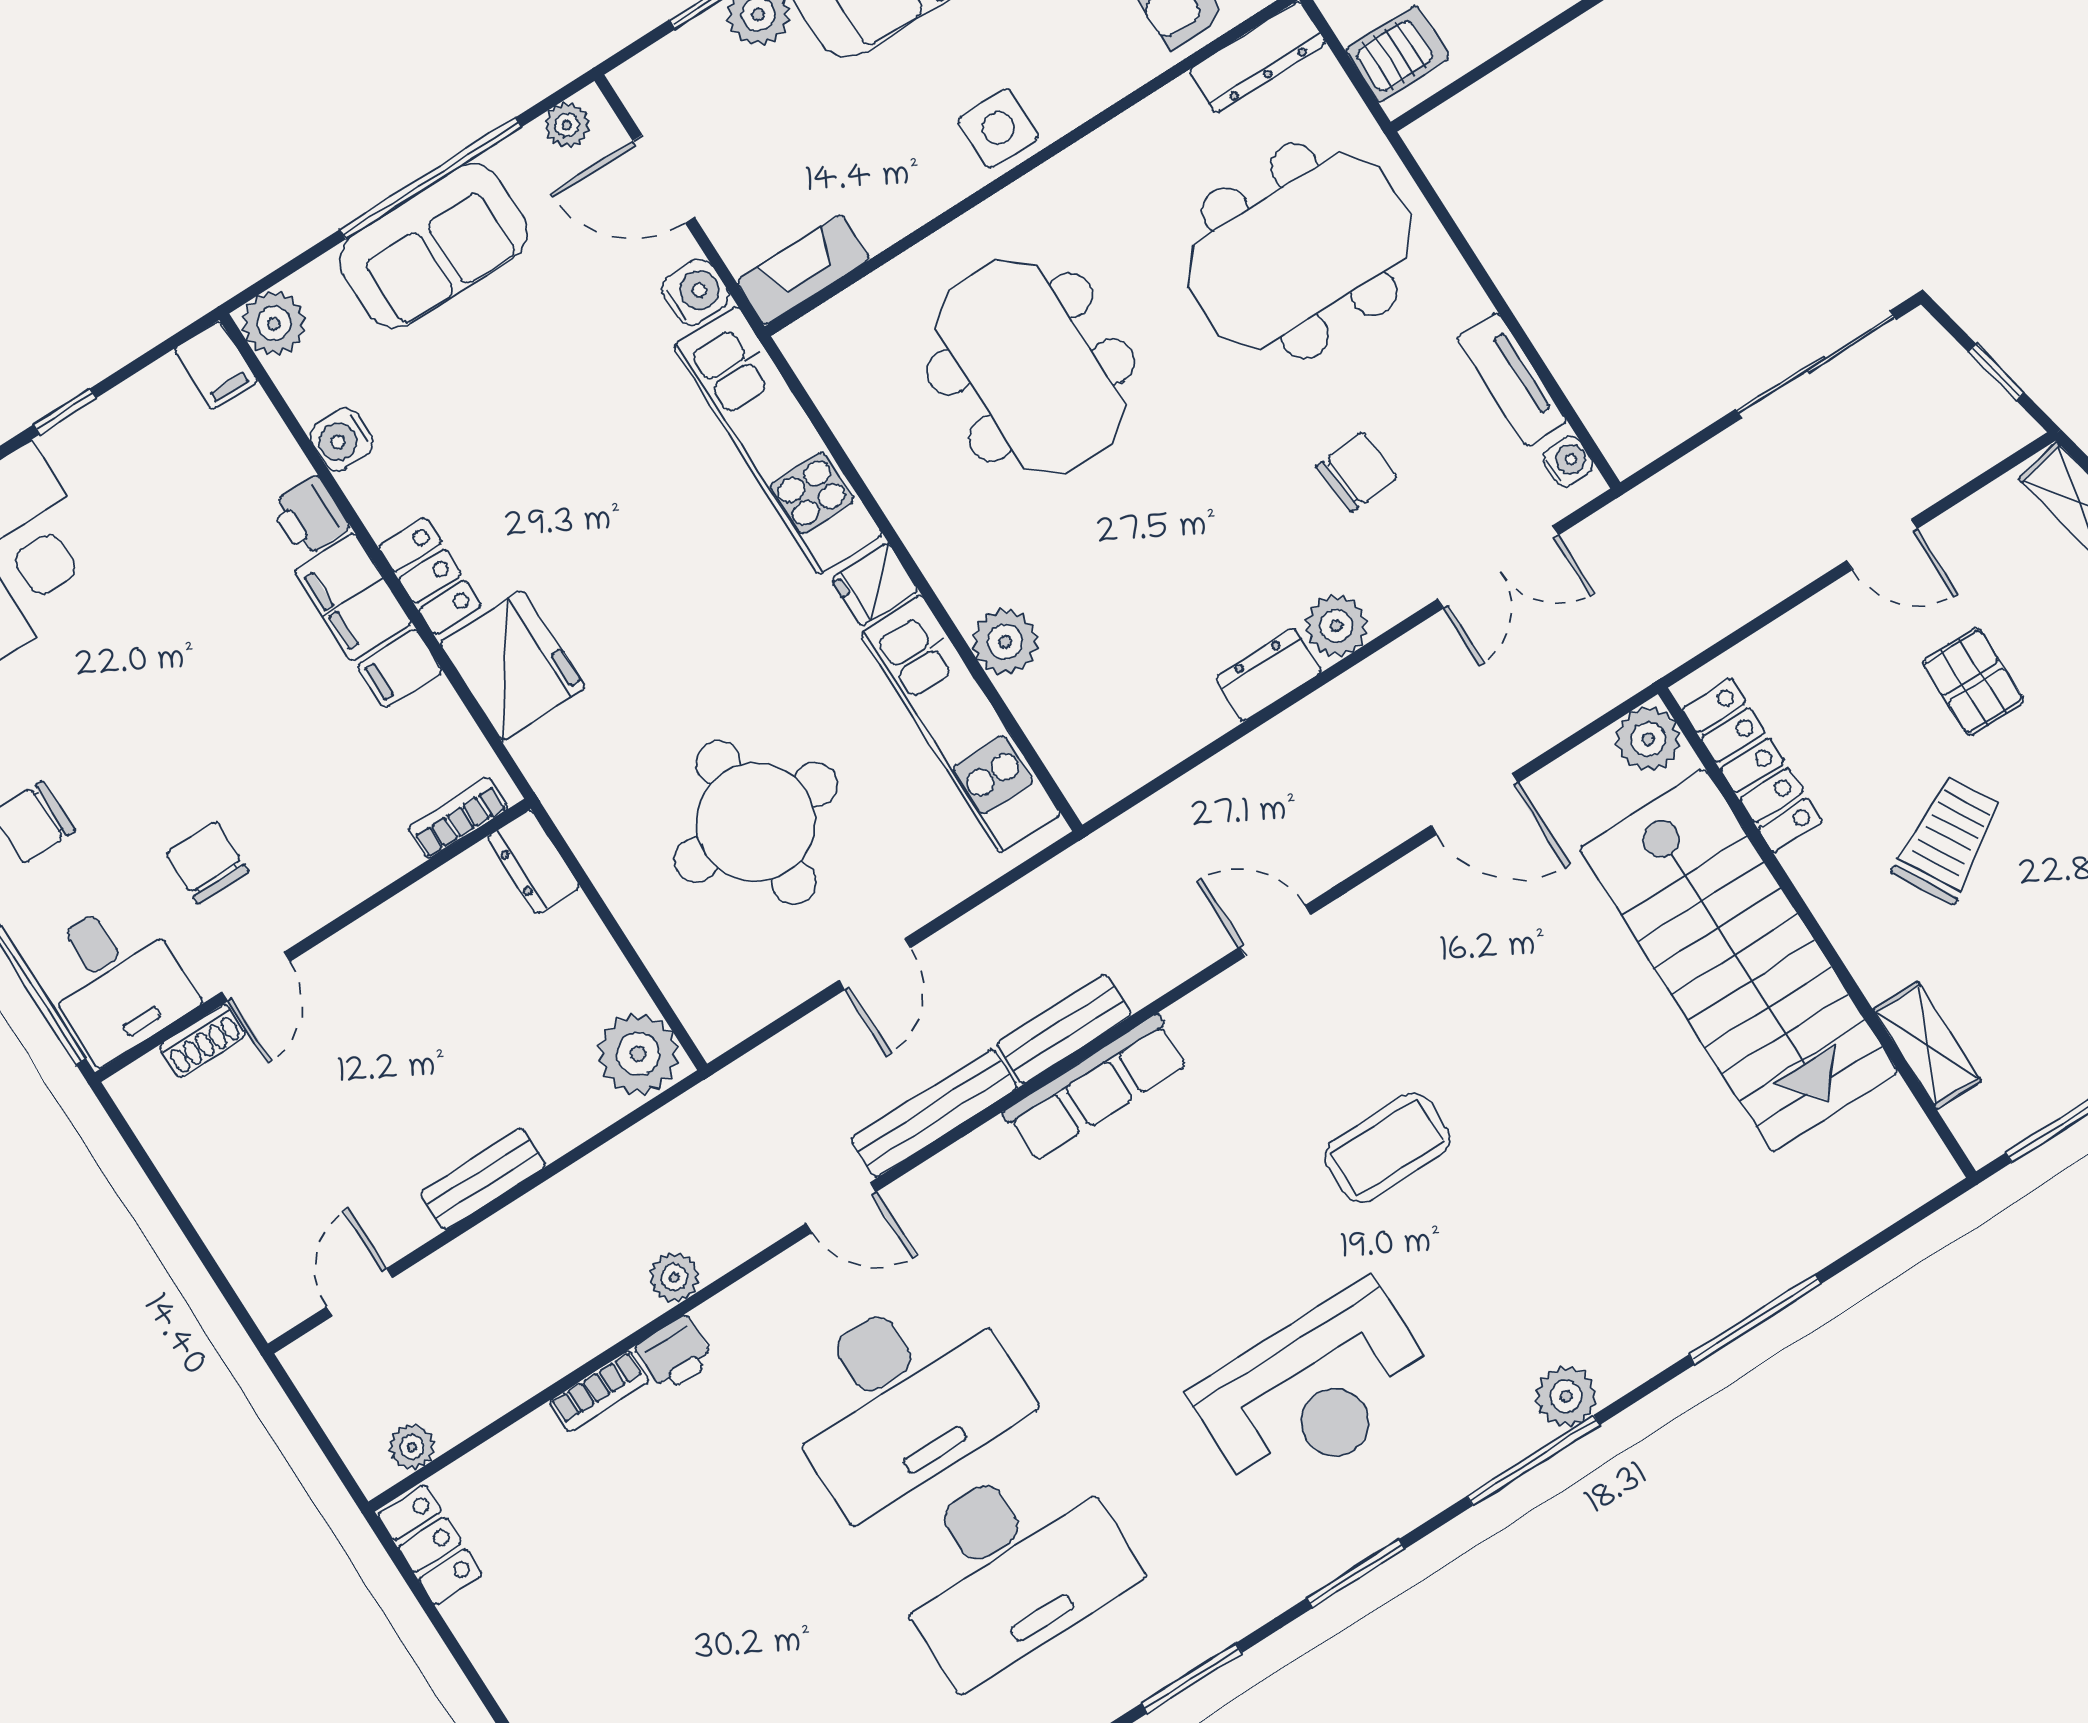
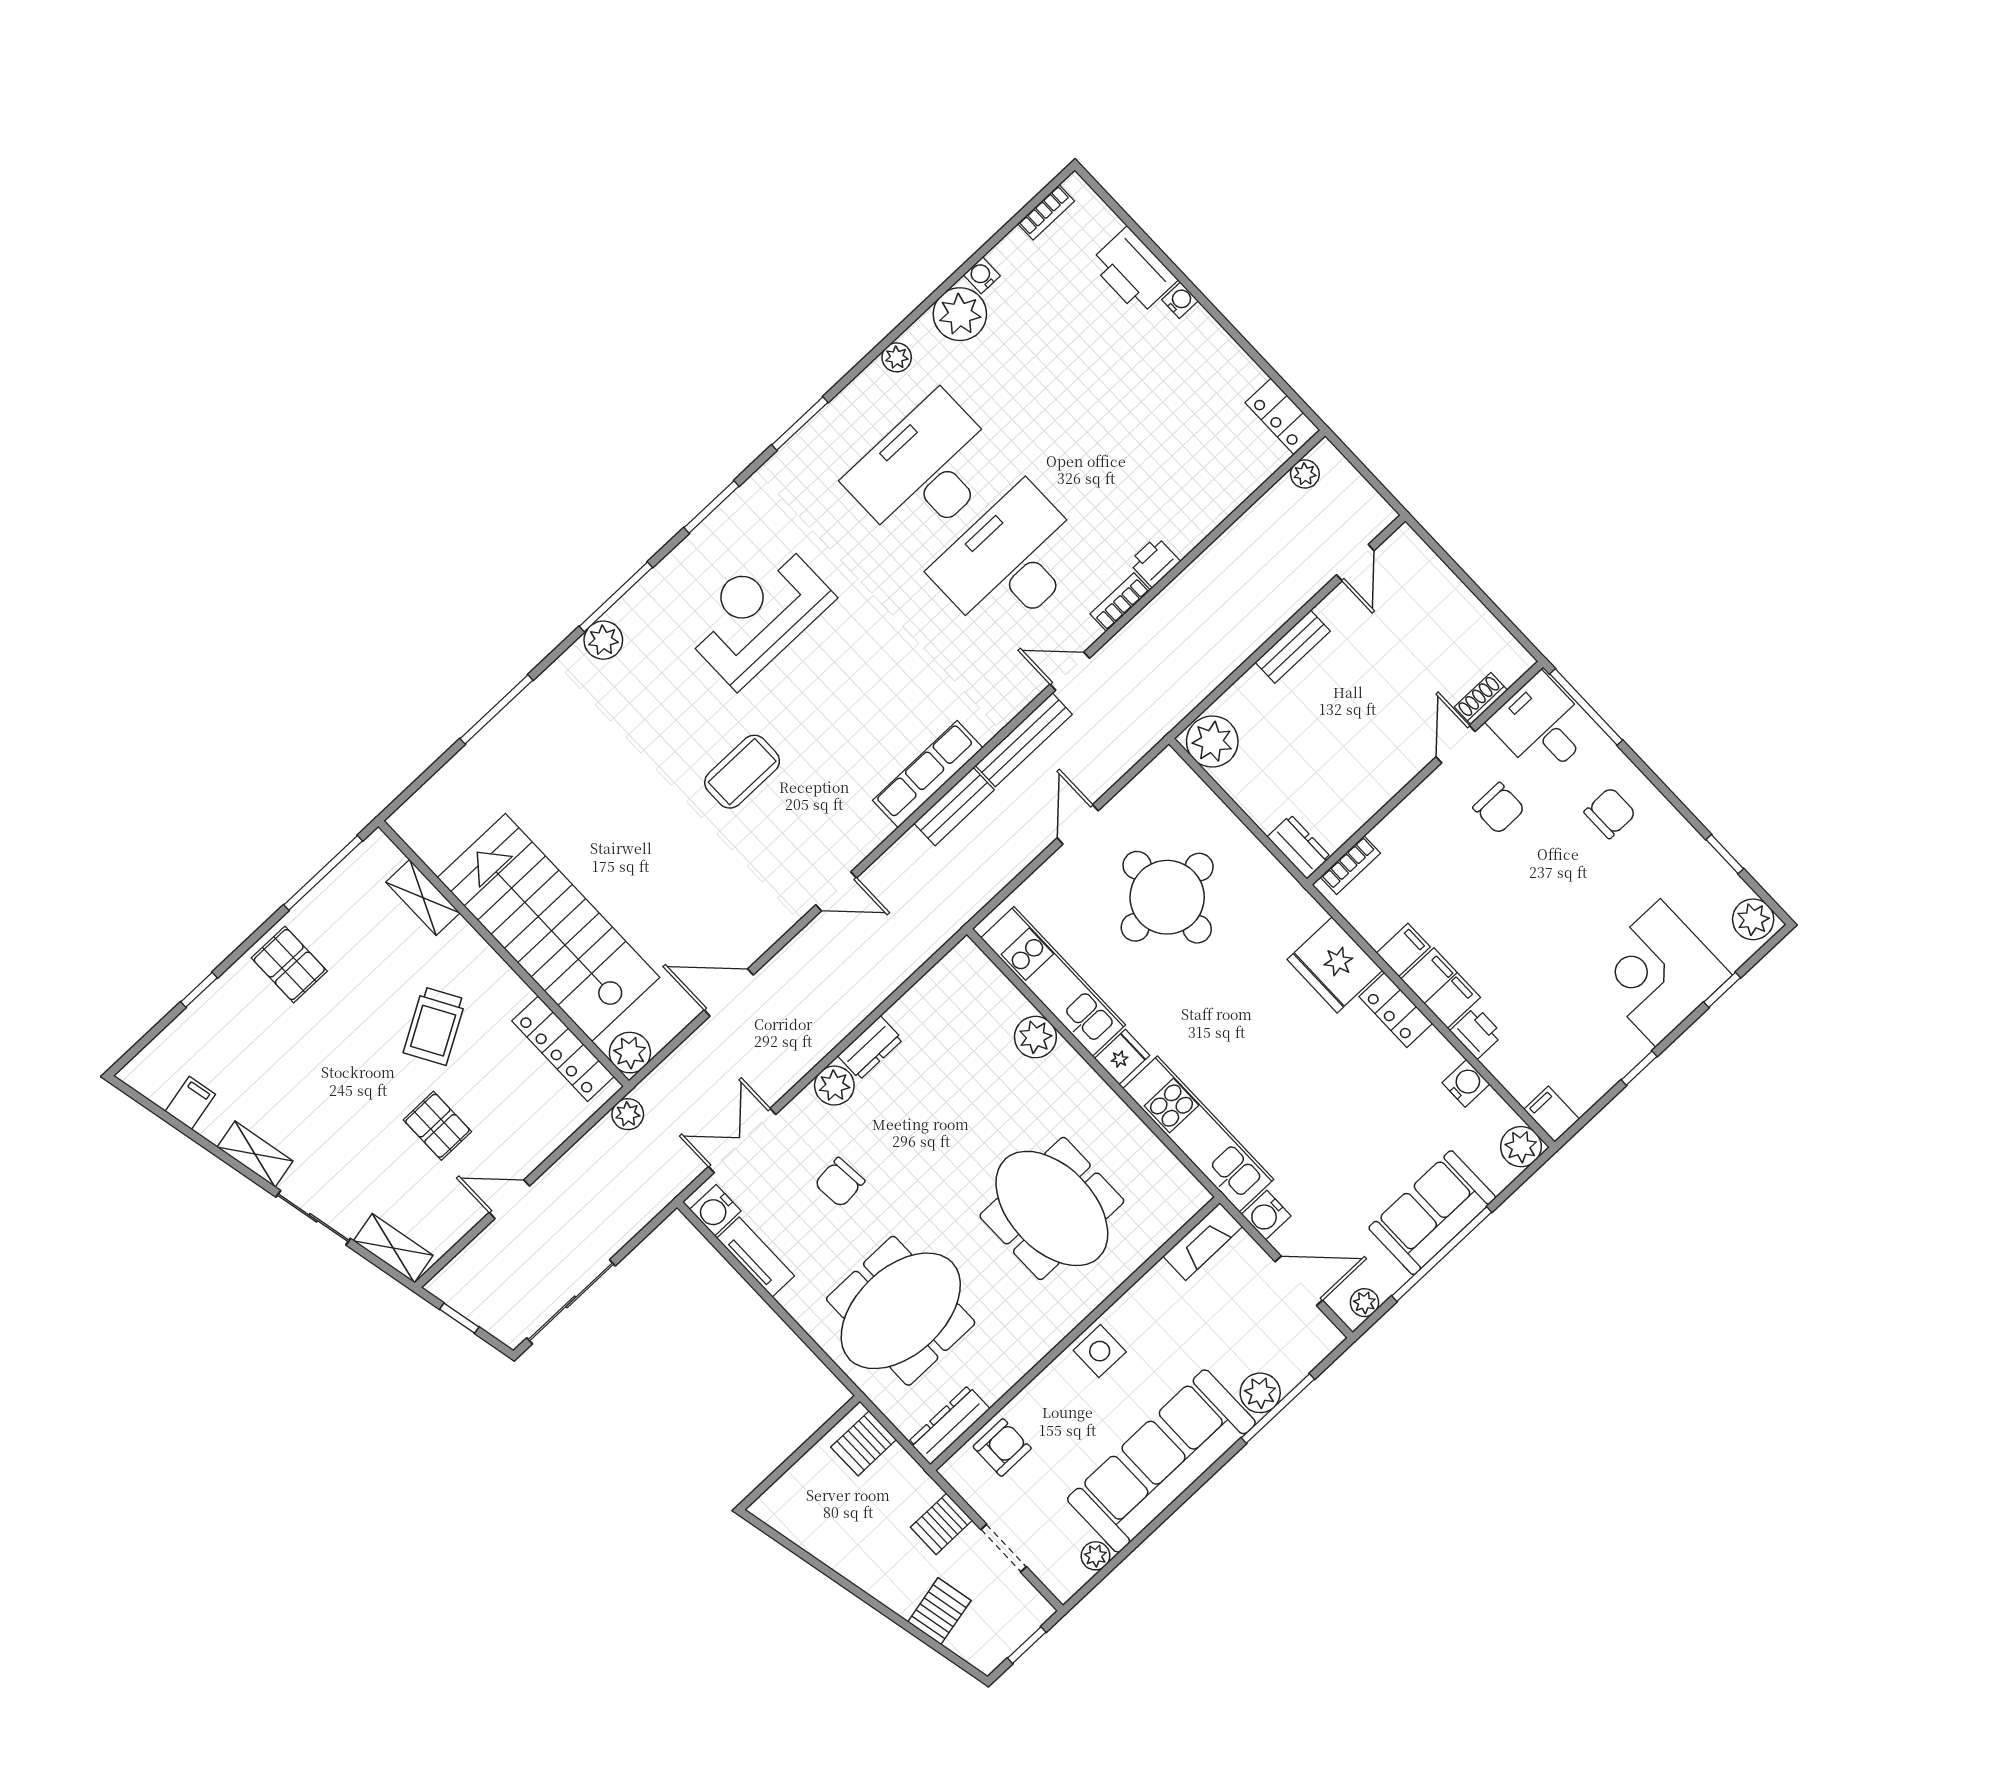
water cooler: (1568, 461) -> (715, 1210), width x1.38, depth x1.38
plant: (674, 1277) -> (628, 1114), moved
bookcase: (599, 1391) -> (1120, 602), moved

